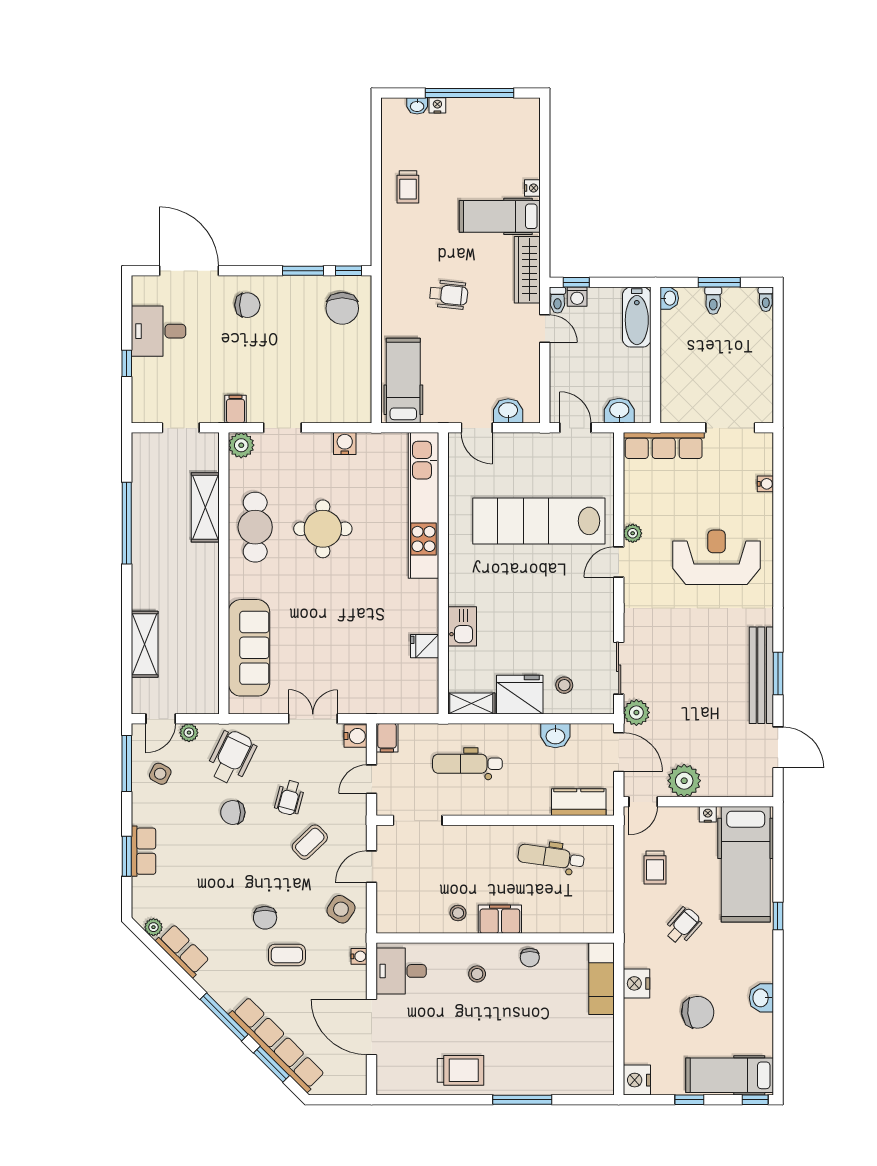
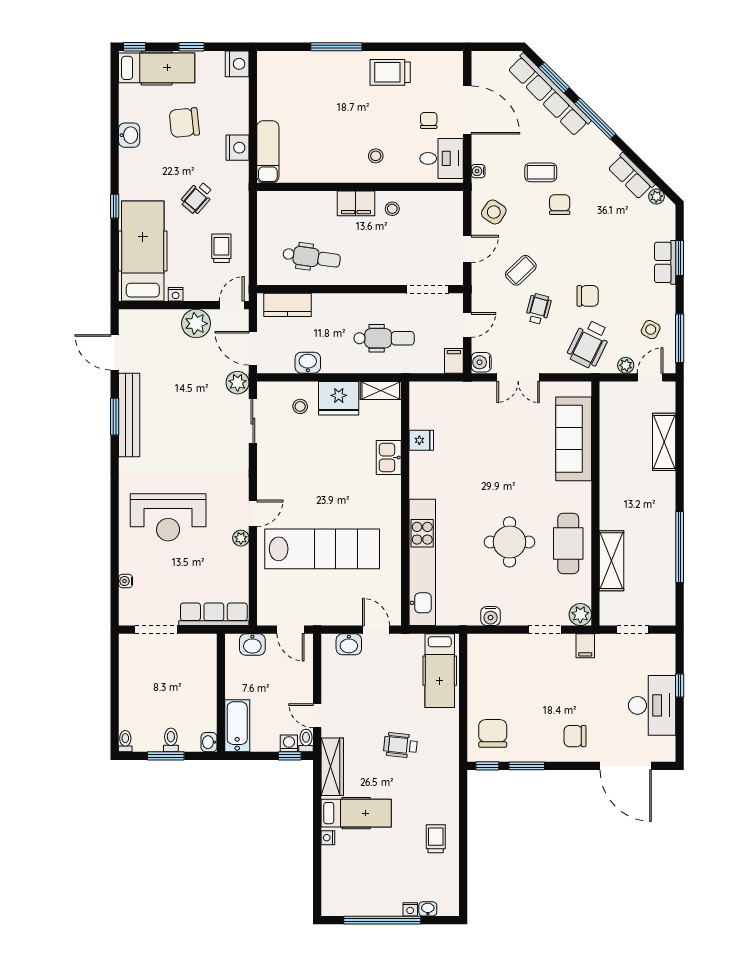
desk: (159, 331) -> (652, 705), width x1.37
chair: (530, 958) -> (429, 120), moved

